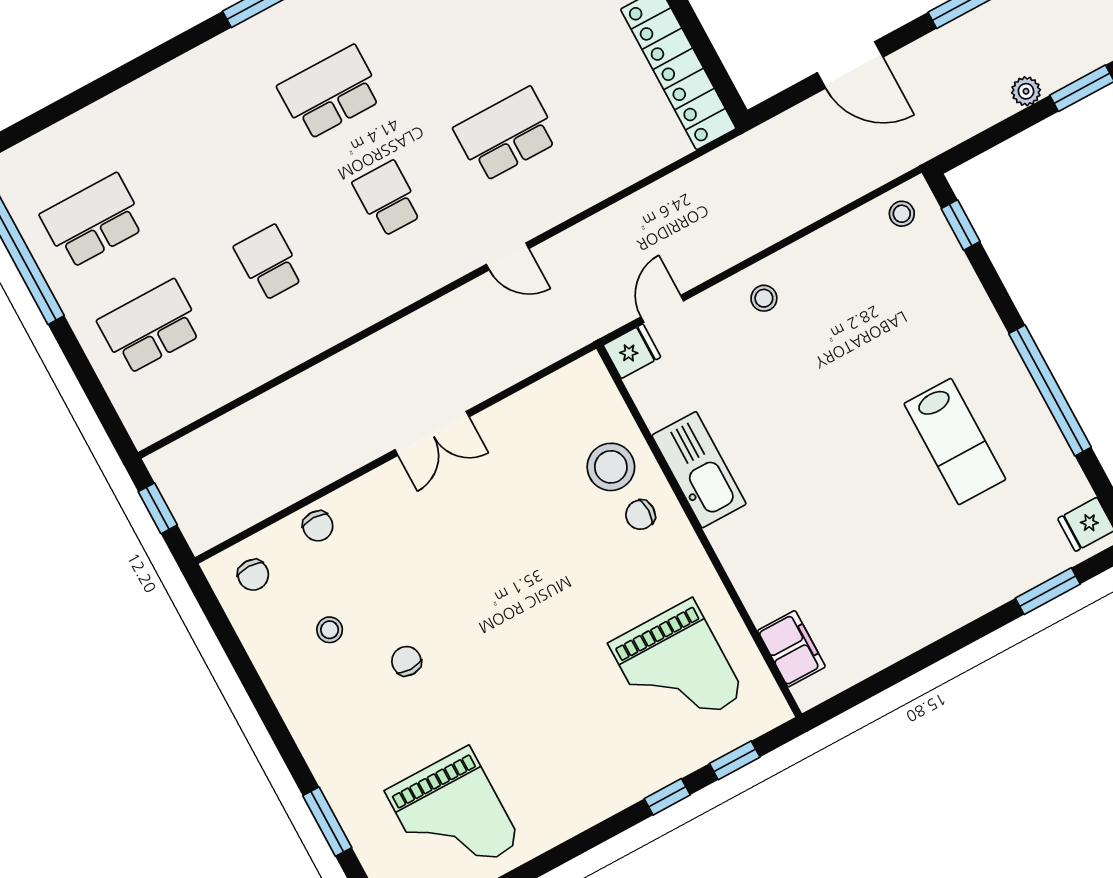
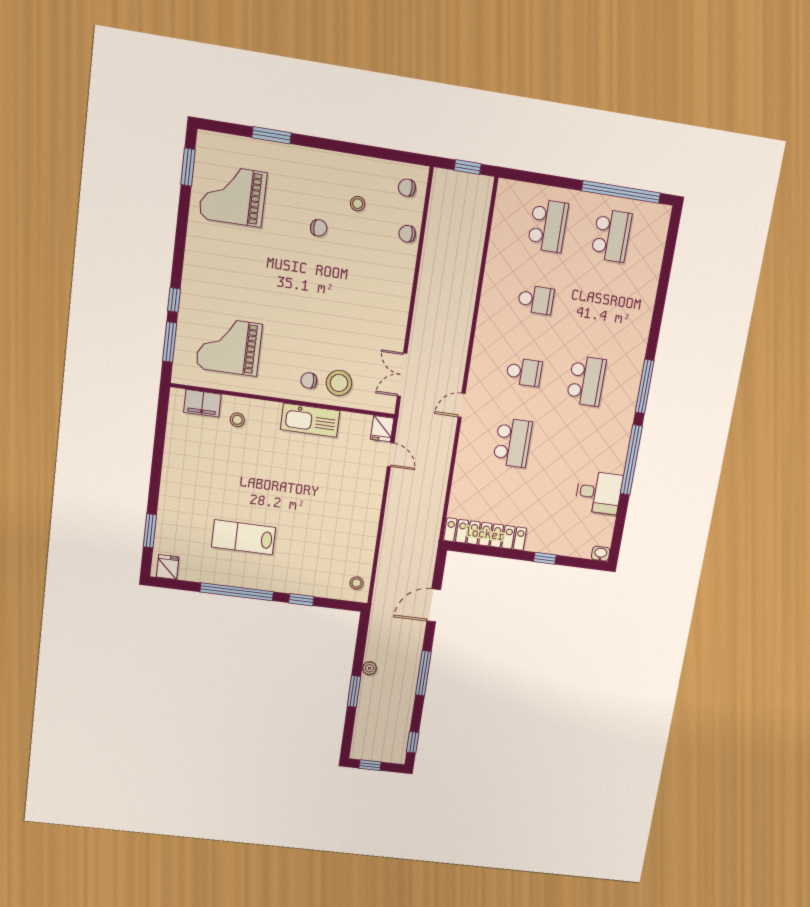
window: (961, 225) -> (301, 600), moved
stool: (764, 298) -> (237, 420), moved
double door: (432, 433) -> (402, 375), moved
chair: (640, 515) -> (309, 380), turned -90
window: (735, 760) -> (170, 342), width x1.50

